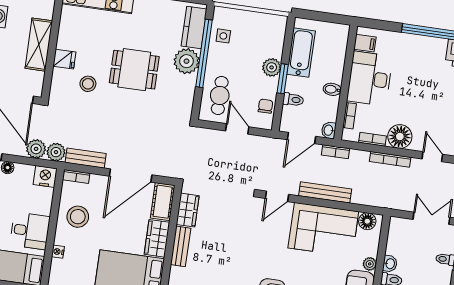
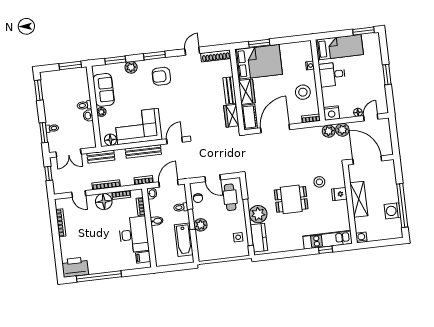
bench: (86, 158) -> (101, 157), moved

